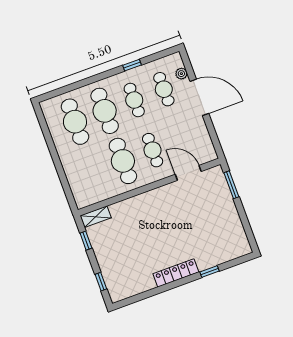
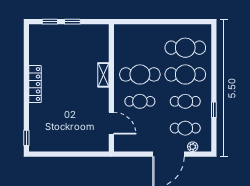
door: (188, 173) -> (111, 123), hinge flipped
window: (231, 185) -> (89, 154), removed
shelving: (96, 217) -> (103, 75), moved
window: (86, 241) -> (72, 22), moved
window: (210, 271) -> (26, 138), moved

